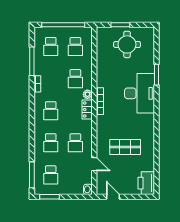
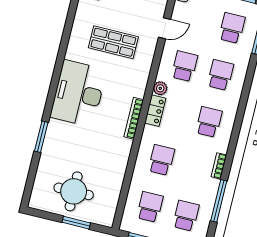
desk: (140, 93) -> (78, 93), moved
plant: (87, 94) -> (160, 88), moved
door: (94, 164) -> (165, 28), swing flipped

